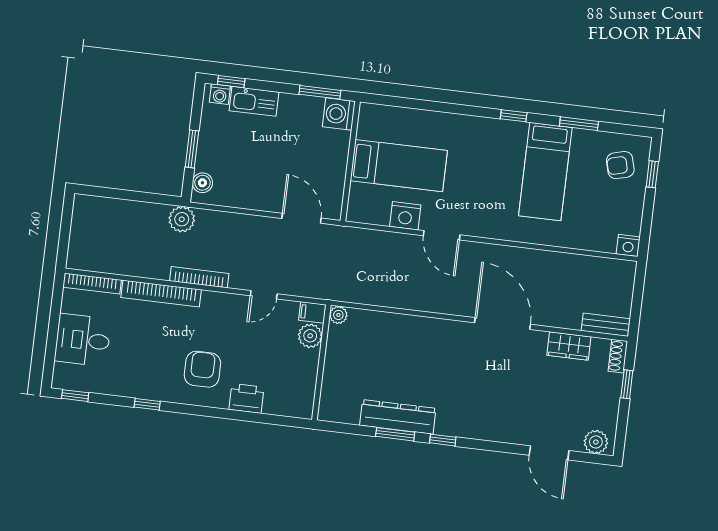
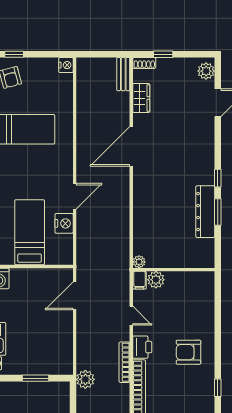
boiler: (202, 183) -> (58, 368), removed
printer: (247, 398) -> (142, 347), moved, turned 180

